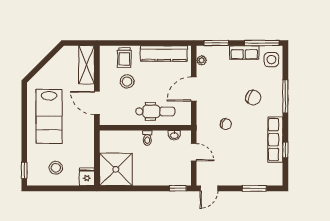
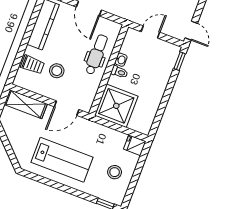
washbasin: (174, 135) -> (121, 60), moved
shower: (116, 169) -> (116, 106), moved

